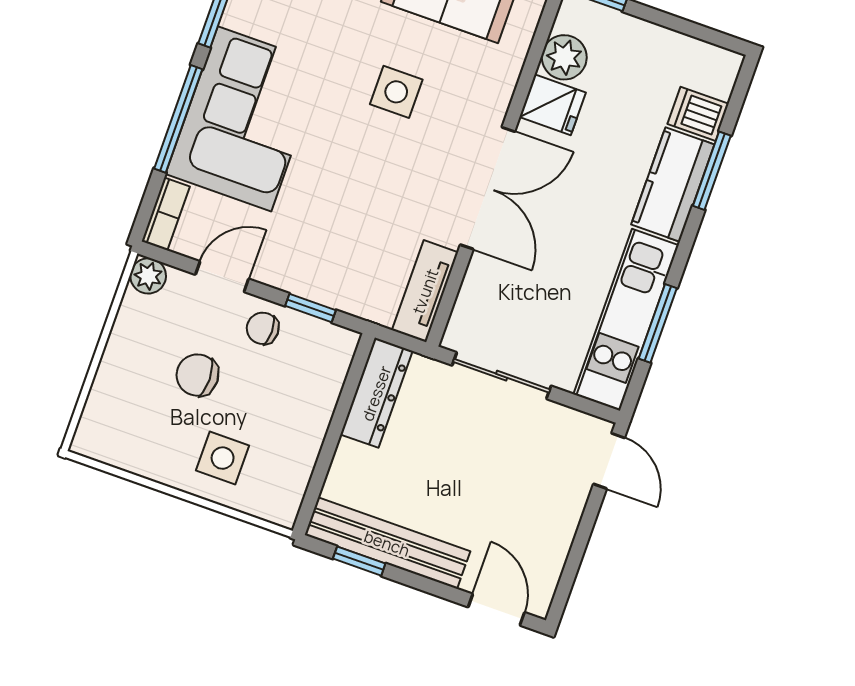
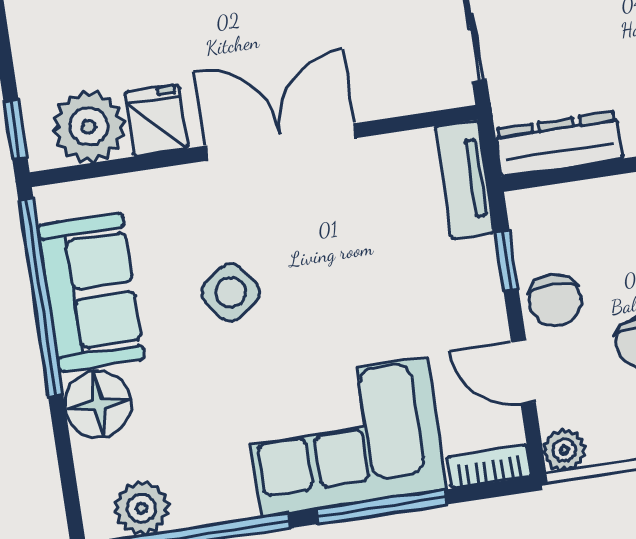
plant: (564, 57) -> (89, 127), width x1.36, depth x1.36
side table: (396, 92) -> (231, 292), turned -36
tv unit: (425, 291) -> (465, 180), moved, turned 90
chair: (263, 328) -> (555, 300), width x1.37, depth x1.37

